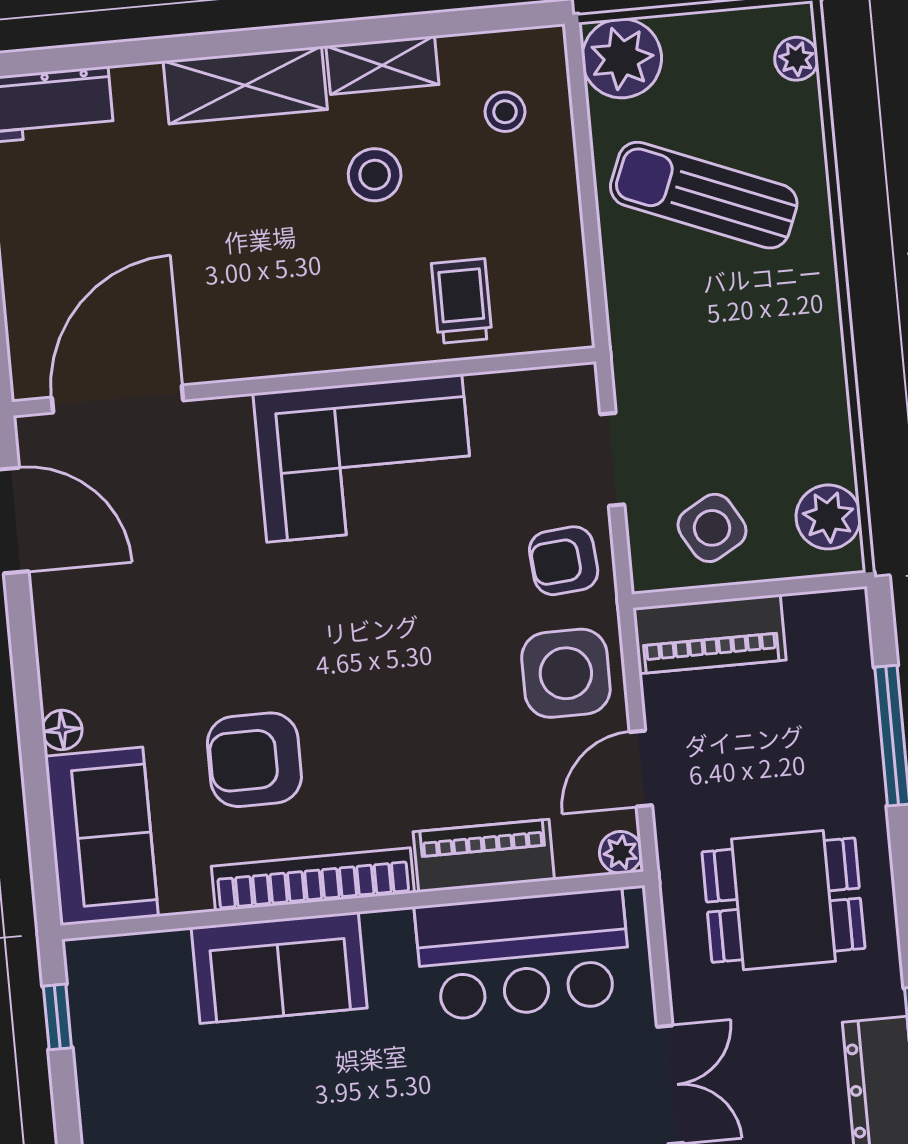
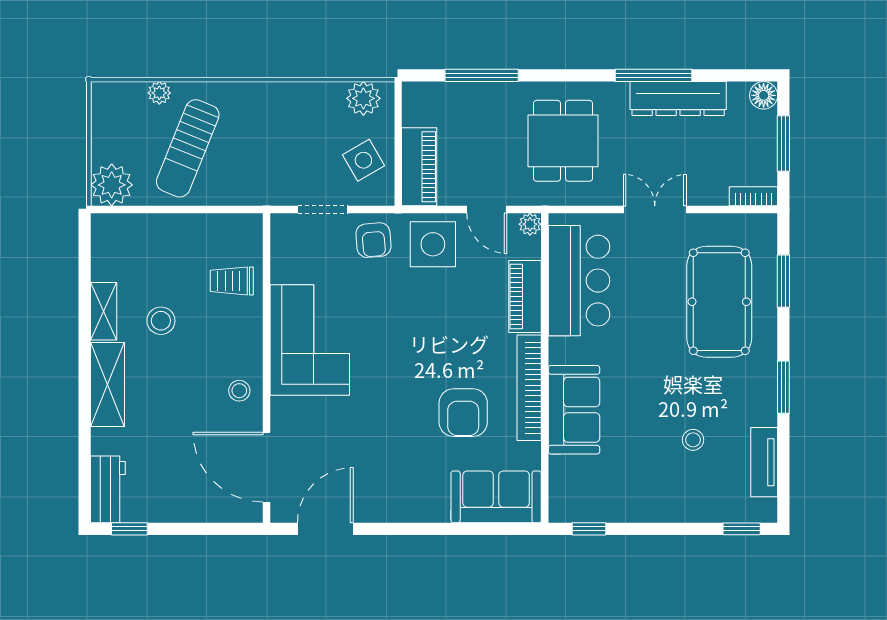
plant: (796, 59) -> (159, 93), moved
stool: (505, 112) -> (239, 391), moved
floor lamp: (62, 730) -> (438, 512), removed

